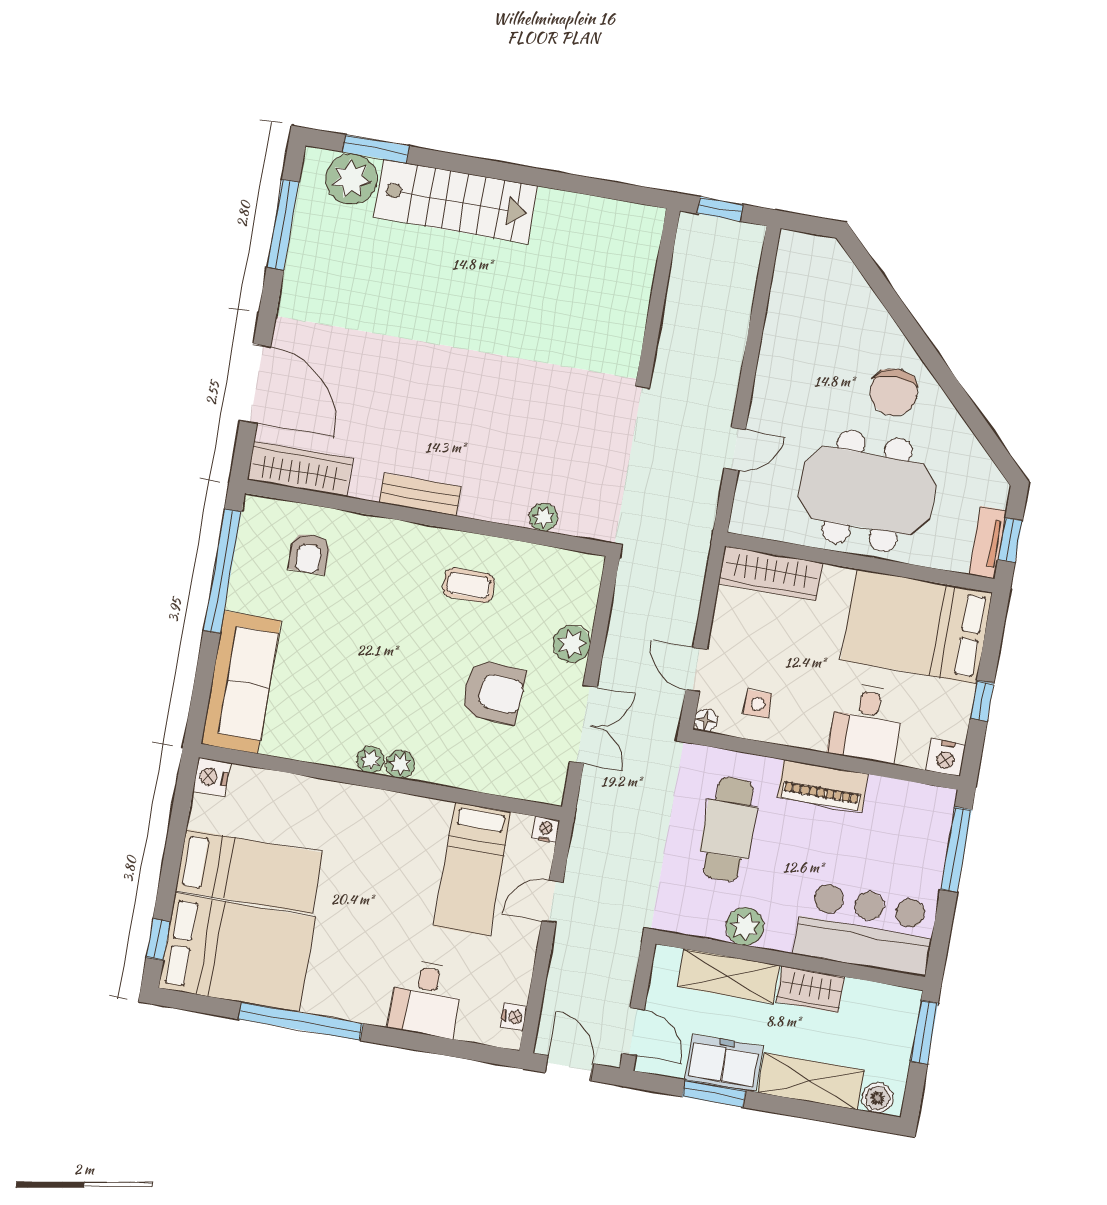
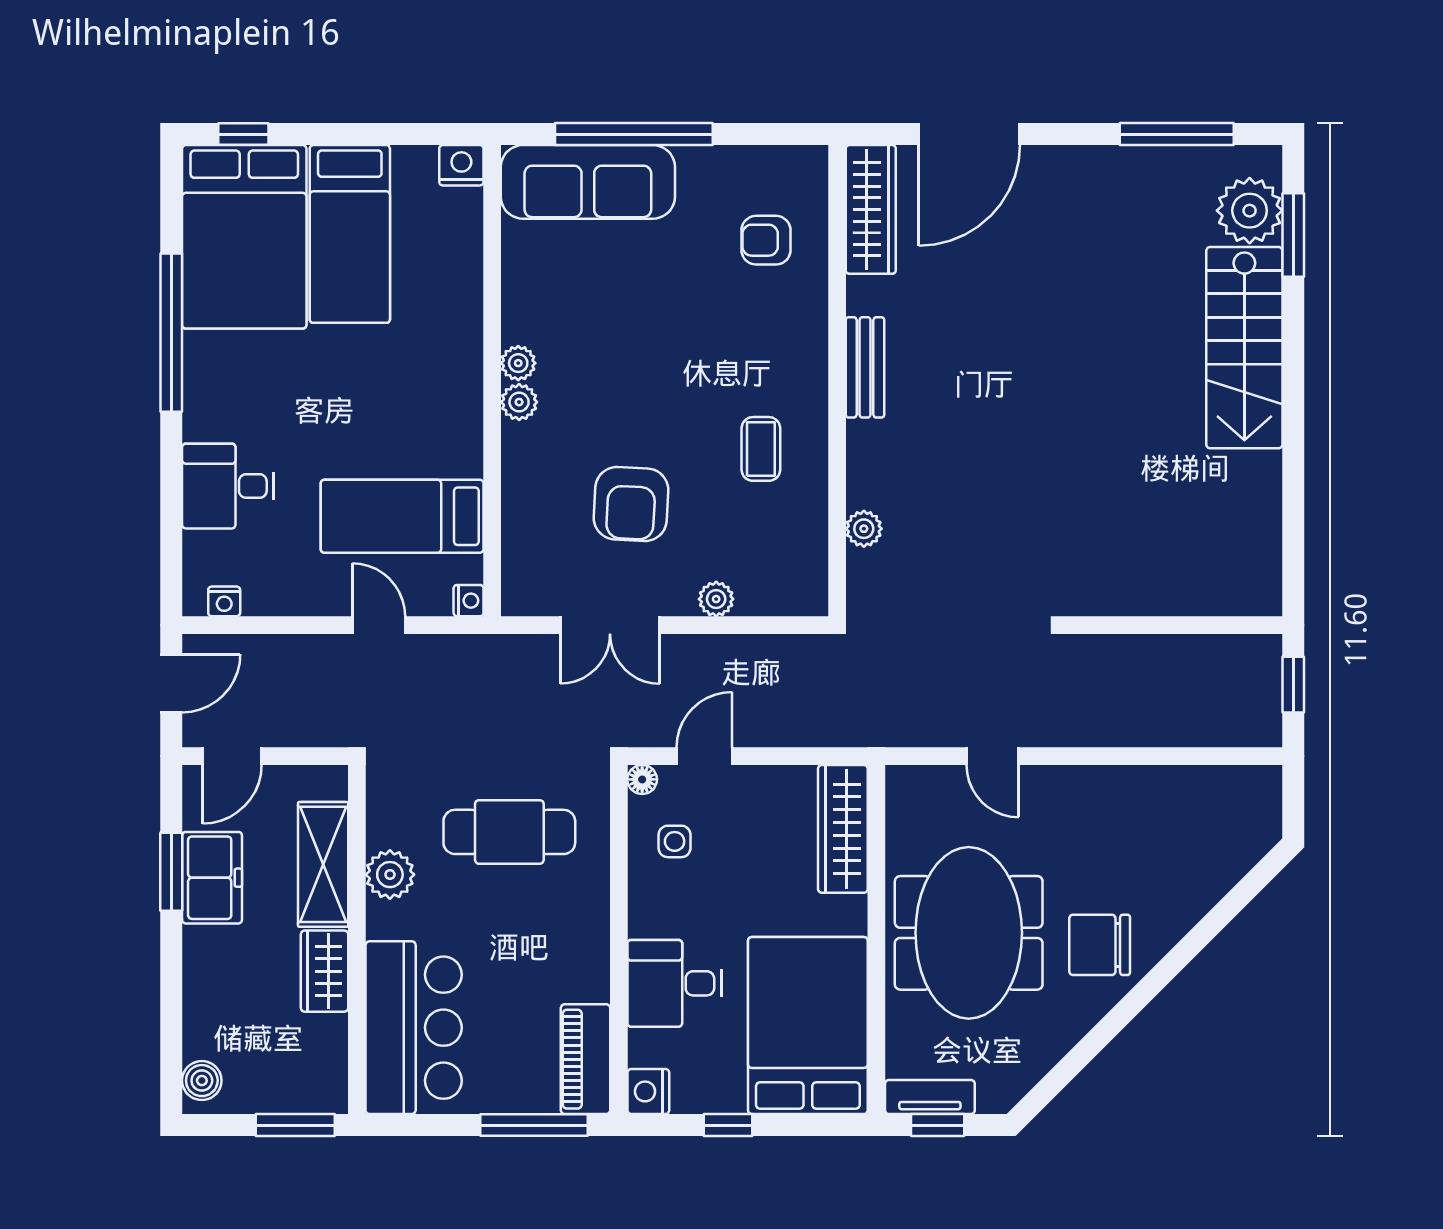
window: (223, 571) -> (634, 134), moved
plant: (572, 644) -> (716, 599), width x0.73, depth x0.73
piano: (823, 786) -> (585, 1059), moved
shelving: (811, 1081) -> (208, 992), removed

